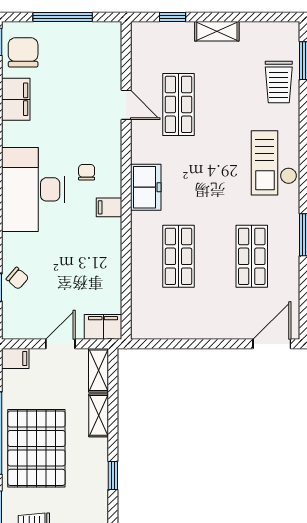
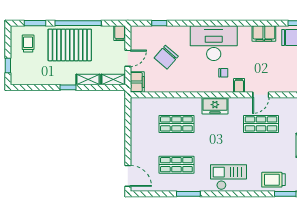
filing cabinet: (109, 207) -> (239, 85), moved
chair: (17, 278) -> (166, 57), moved, width x1.87, depth x1.87
door: (60, 344) -> (128, 58), hinge flipped
window: (113, 475) -> (68, 87), moved

